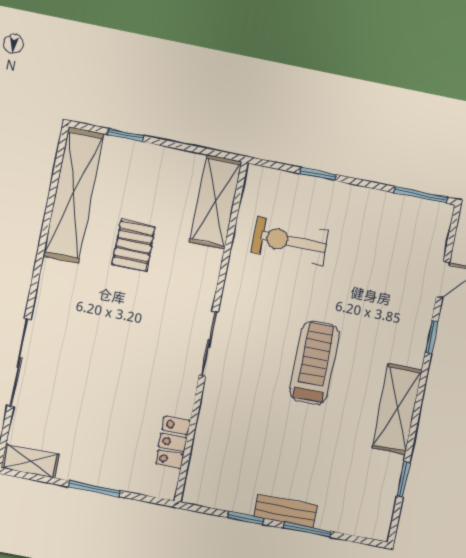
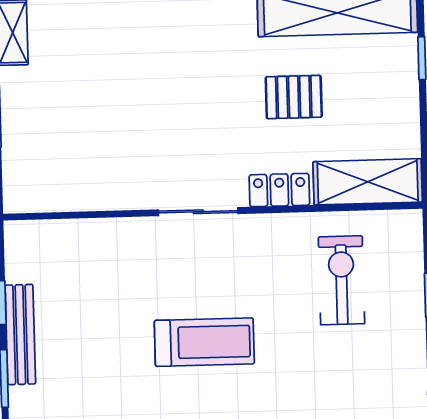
locker: (173, 442) -> (279, 190), moved
bench: (286, 511) -> (20, 335), width x1.36

